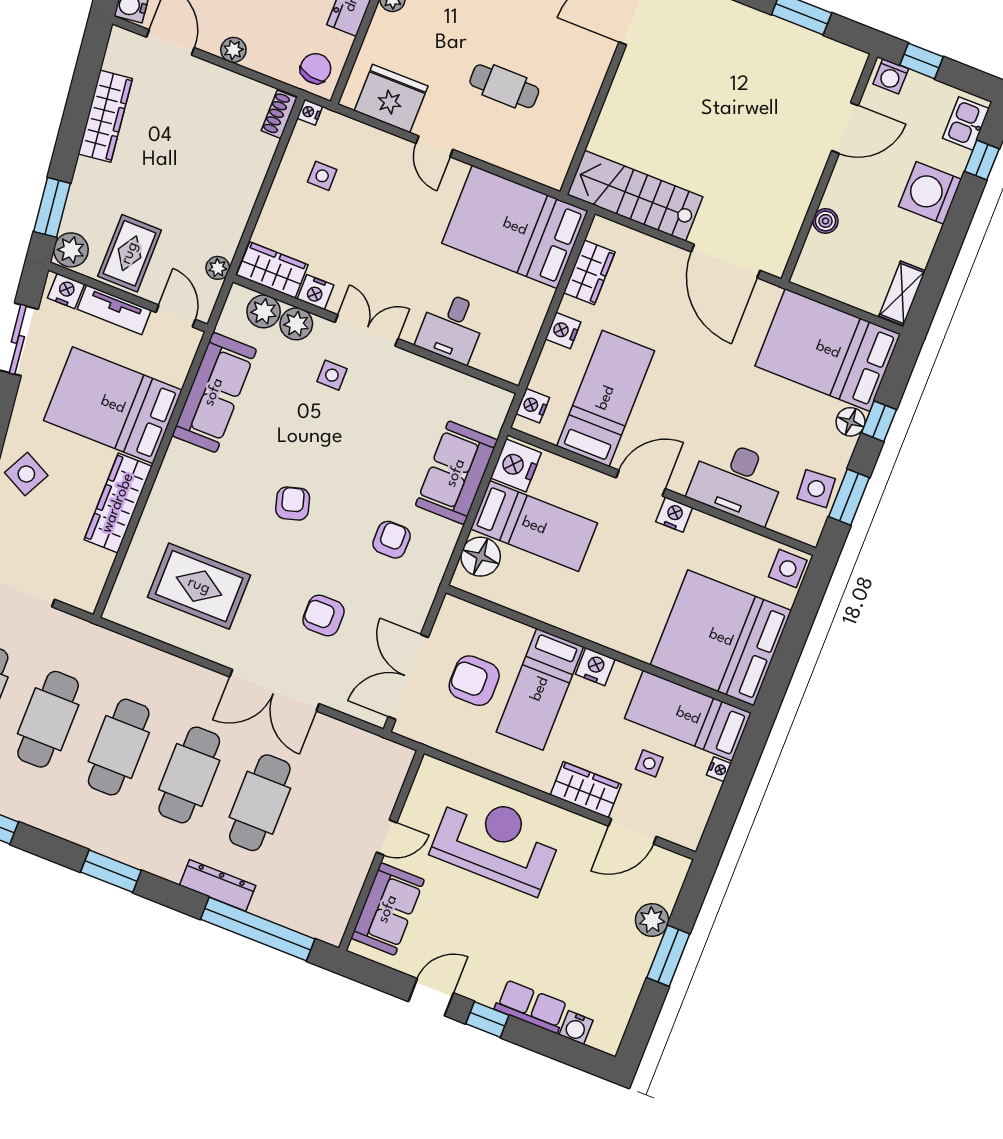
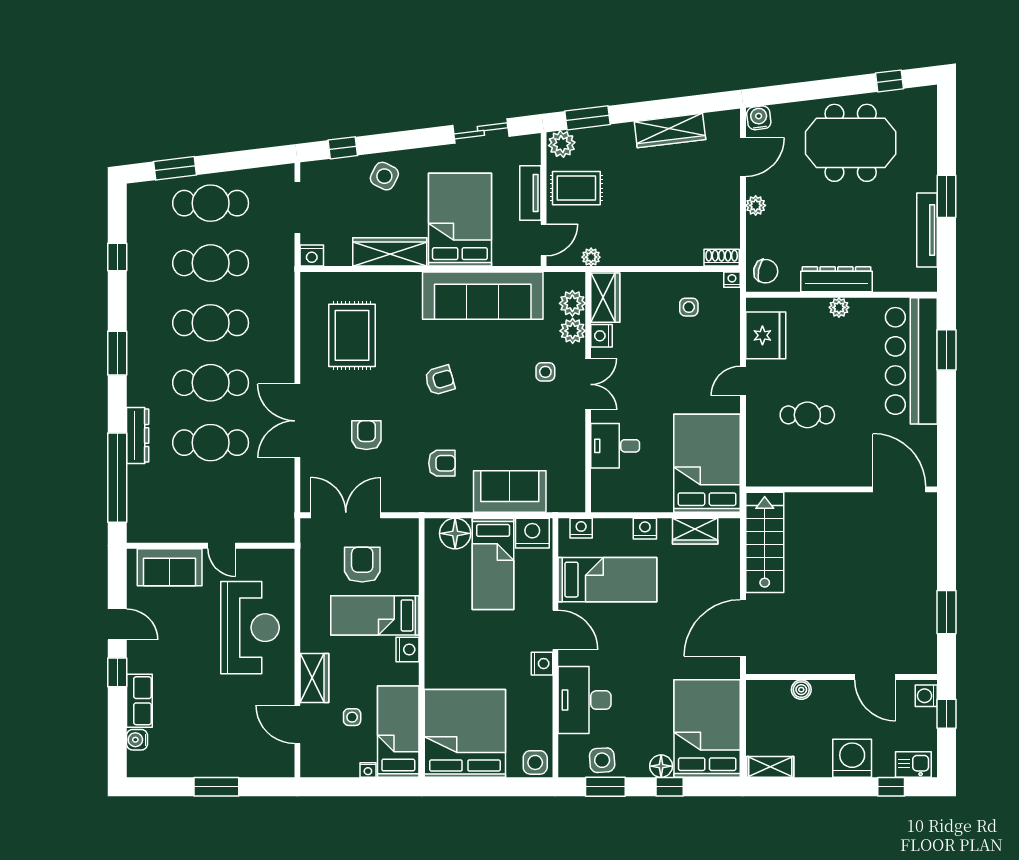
cafe table: (504, 86) -> (807, 415), turned 90
nightstand: (66, 291) -> (312, 256), moved, turned 90
sofa: (214, 392) -> (483, 296), width x1.36, depth x1.27
plant: (652, 920) -> (238, 764), removed

